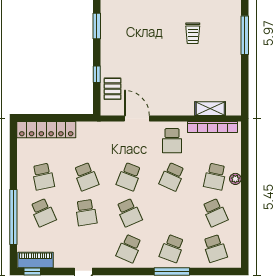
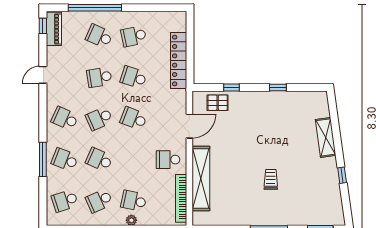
window: (97, 26) -> (278, 87), width x0.67
trolley: (193, 33) -> (271, 179), turned 90
shelving: (210, 109) -> (201, 179), width x2.20, depth x1.33
locker: (46, 130) -> (179, 61), moved
school desk: (86, 177) -> (134, 77), turned 39
school desk: (172, 177) -> (99, 160), moved
school desk: (43, 213) -> (99, 36), turned 48

